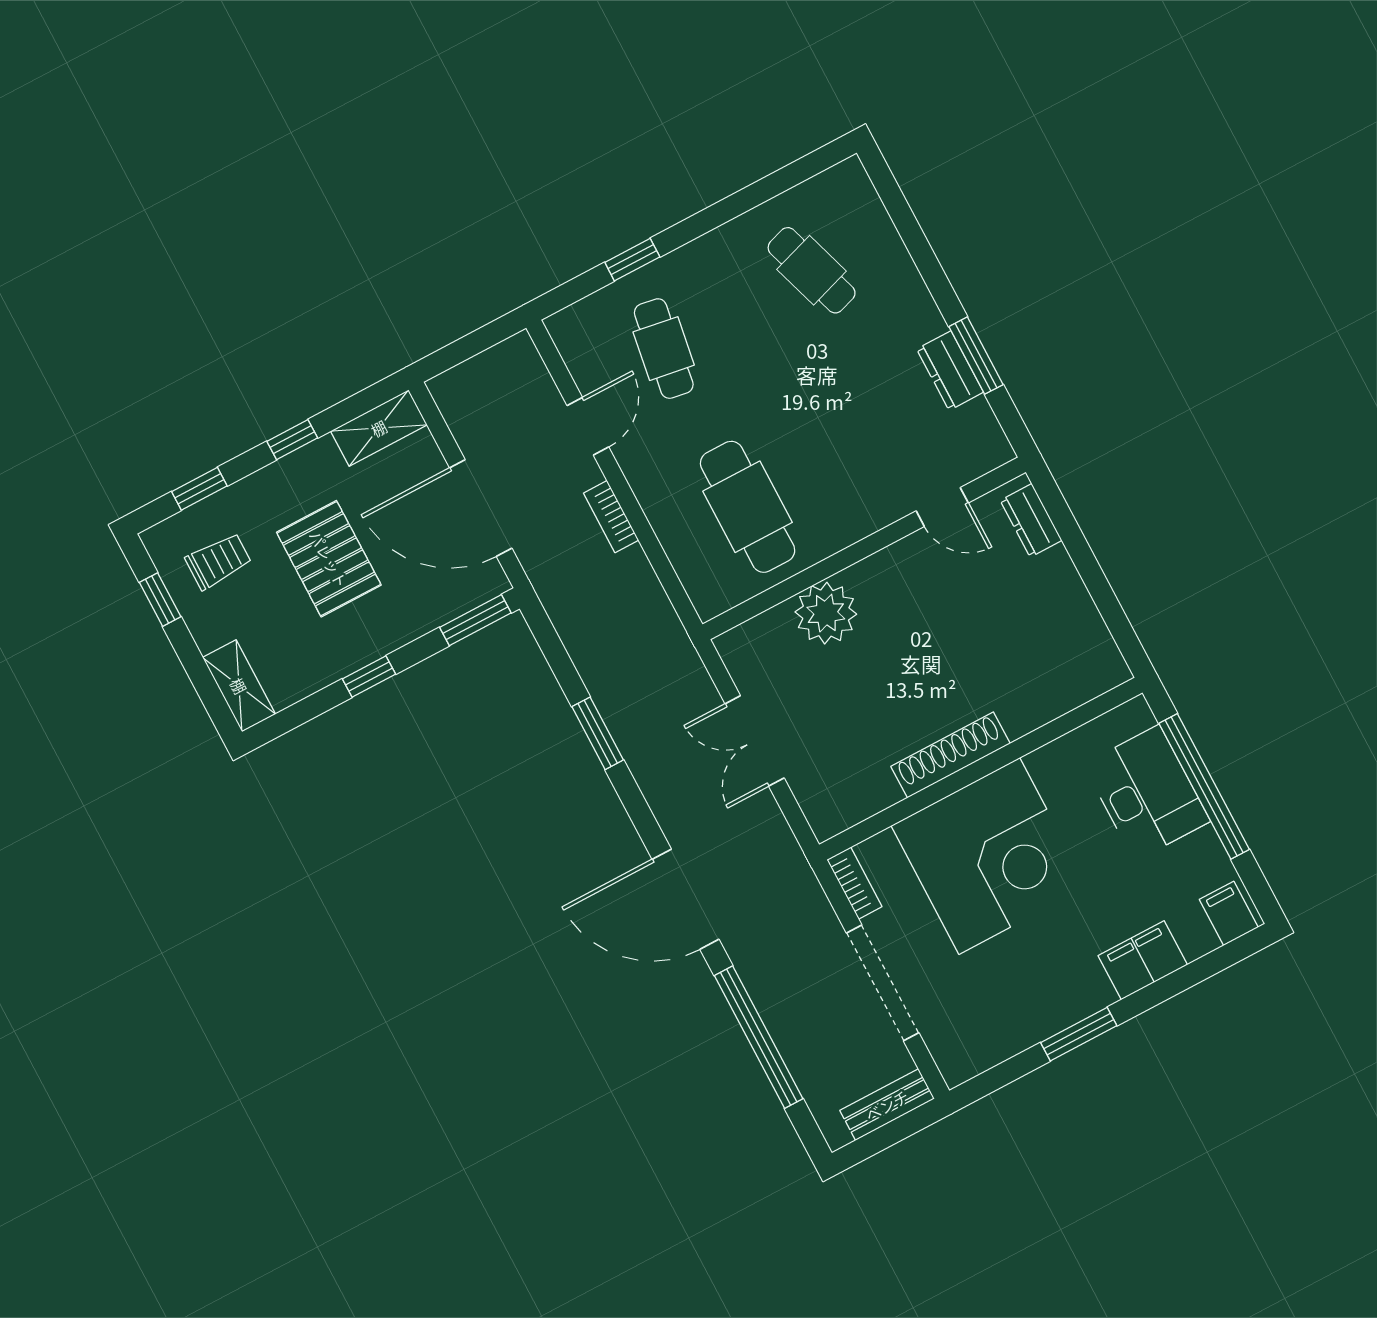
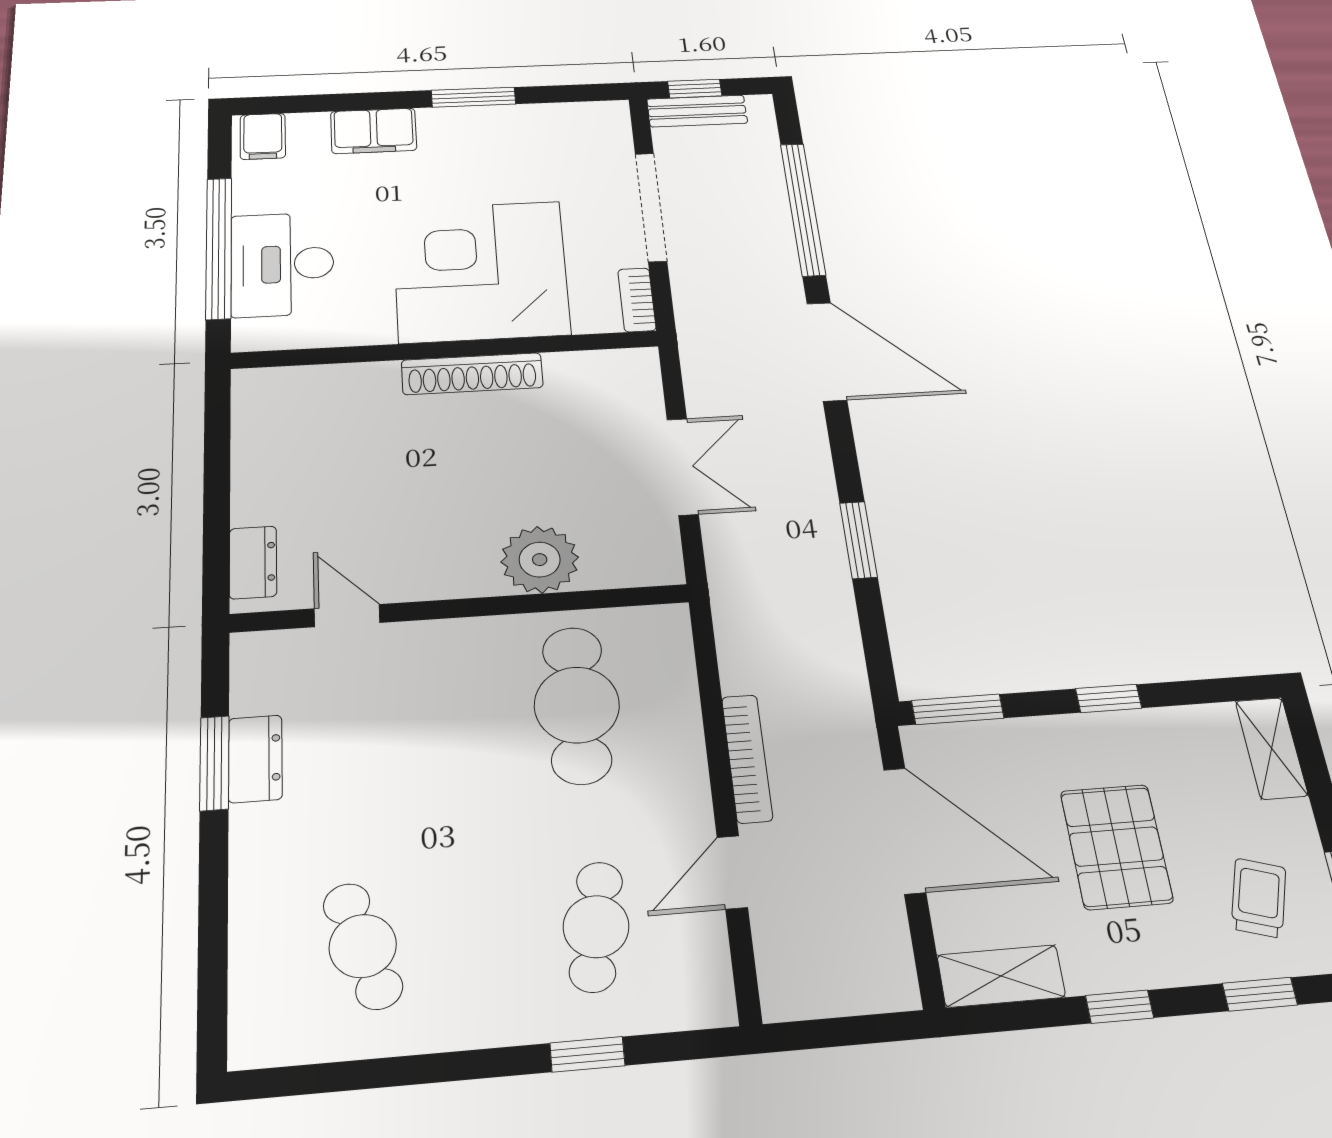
bookcase: (611, 517) -> (747, 758), width x1.56
trolley: (218, 561) -> (1259, 898), turned 107
window: (899, 1129) -> (695, 88), added

